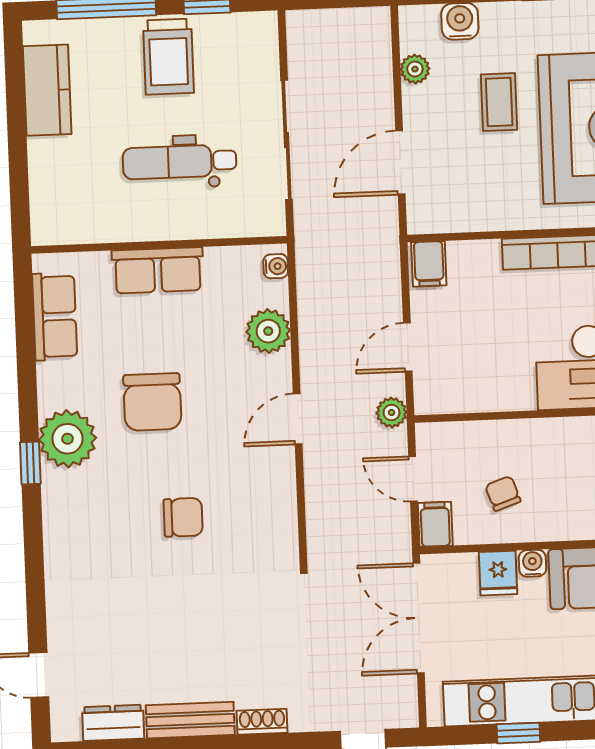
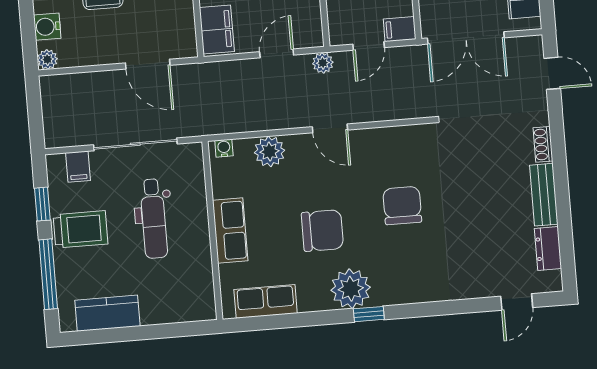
filing cabinet: (258, 57) -> (78, 167), added
plant: (415, 69) -> (47, 59), moved
filing cabinet: (429, 264) -> (217, 29), width x2.00
door: (408, 347) -> (277, 53), swing flipped
chair: (183, 517) -> (402, 206), width x1.37, depth x1.37

